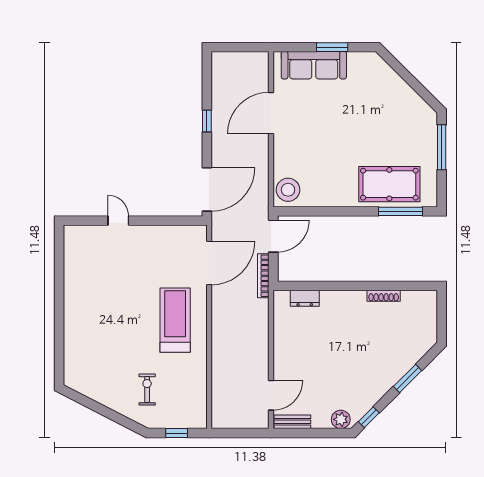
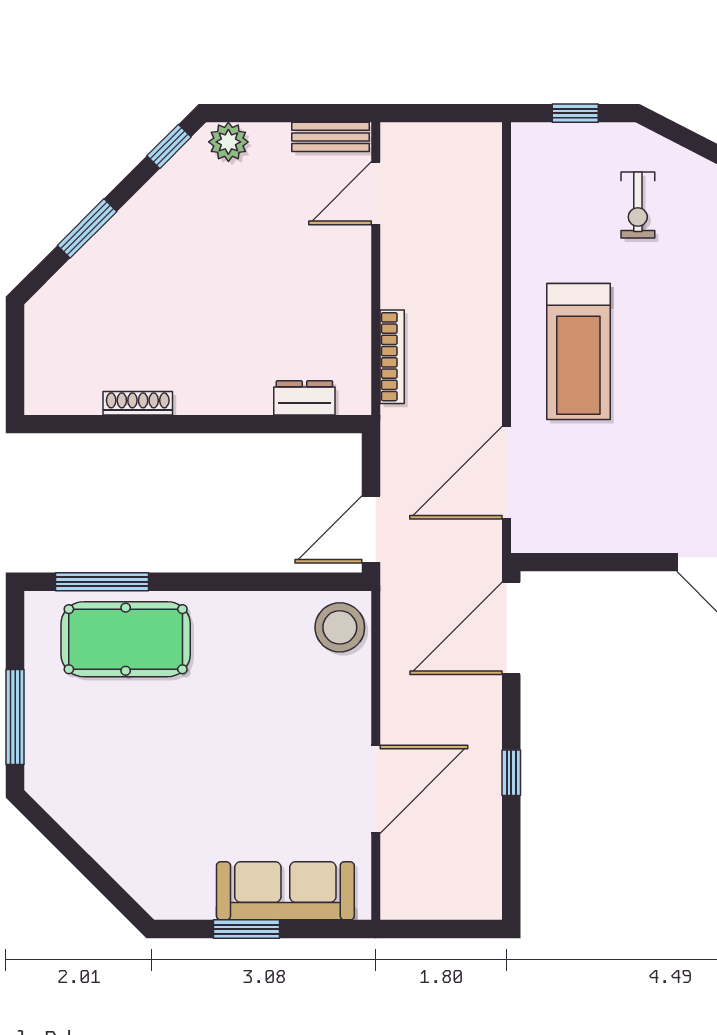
bookcase: (263, 276) -> (392, 357), moved

